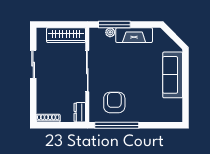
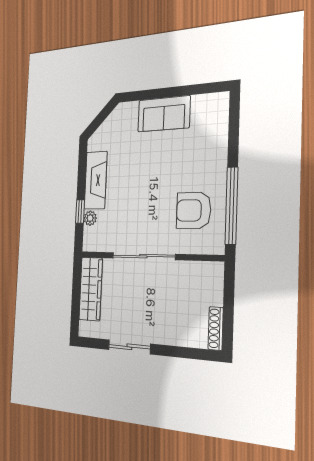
window: (114, 25) -> (80, 212), width x0.46
sofa: (173, 75) -> (164, 114), width x0.73
dresser: (80, 112) -> (208, 271), removed

